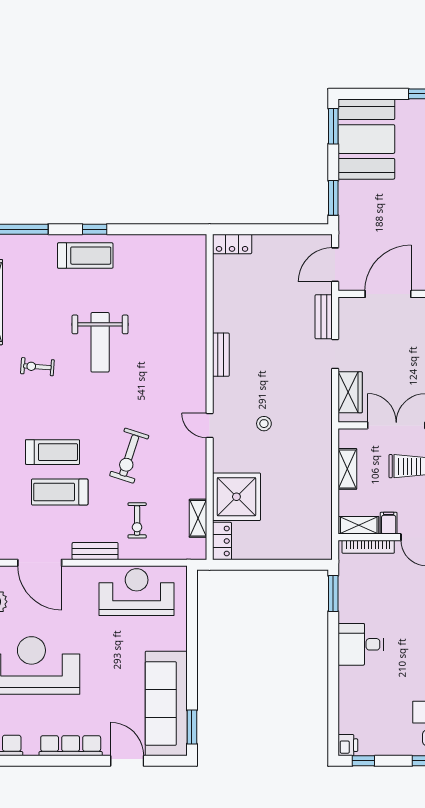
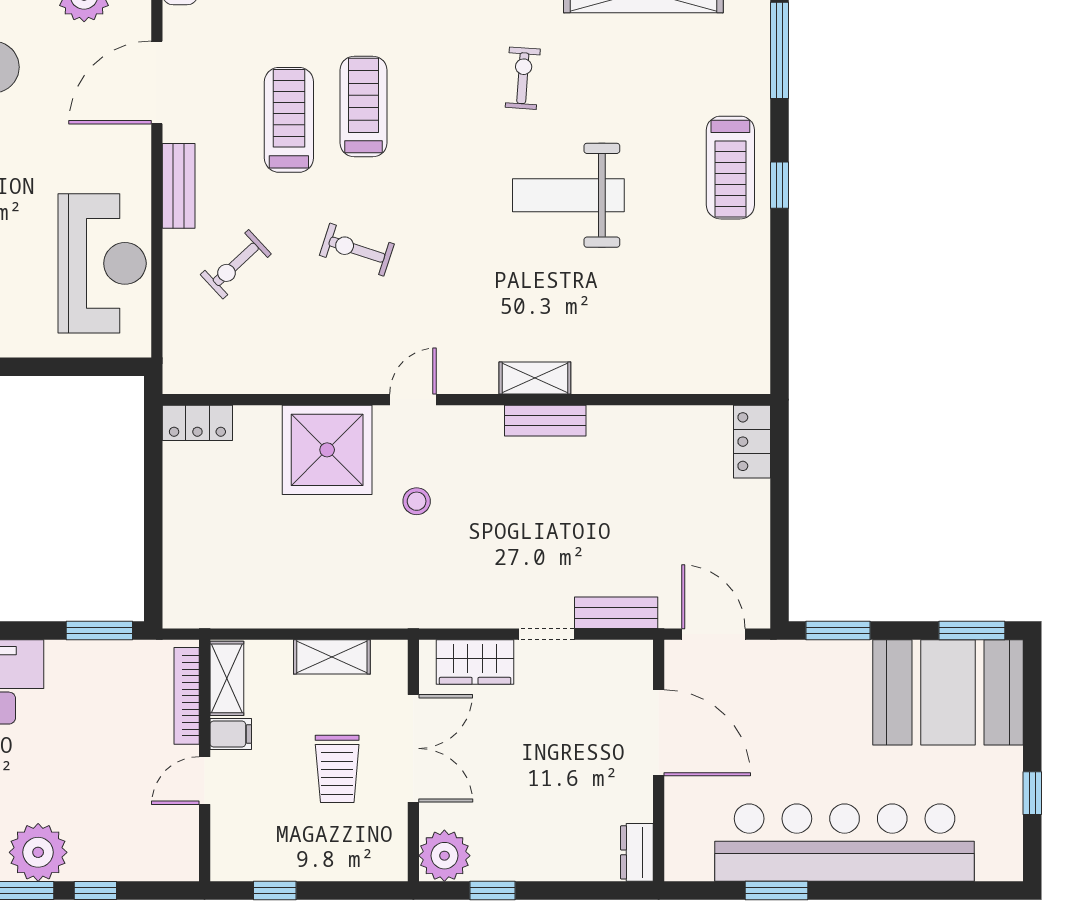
treadmill: (53, 452) -> (363, 106), turned 180
exercise bike: (129, 456) -> (357, 250), width x0.73, depth x0.72
shower: (236, 497) -> (327, 450), moved
shelving: (198, 518) -> (535, 378), moved
exercise bike: (137, 520) -> (236, 264), turned -43

